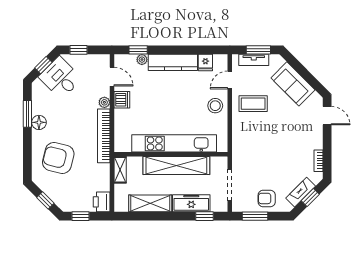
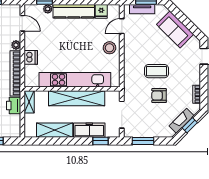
dishwasher: (122, 100) -> (31, 57), moved
coffee table: (253, 104) -> (157, 71), moved
armchair: (267, 198) -> (159, 96), moved
printer: (102, 202) -> (14, 106), moved

